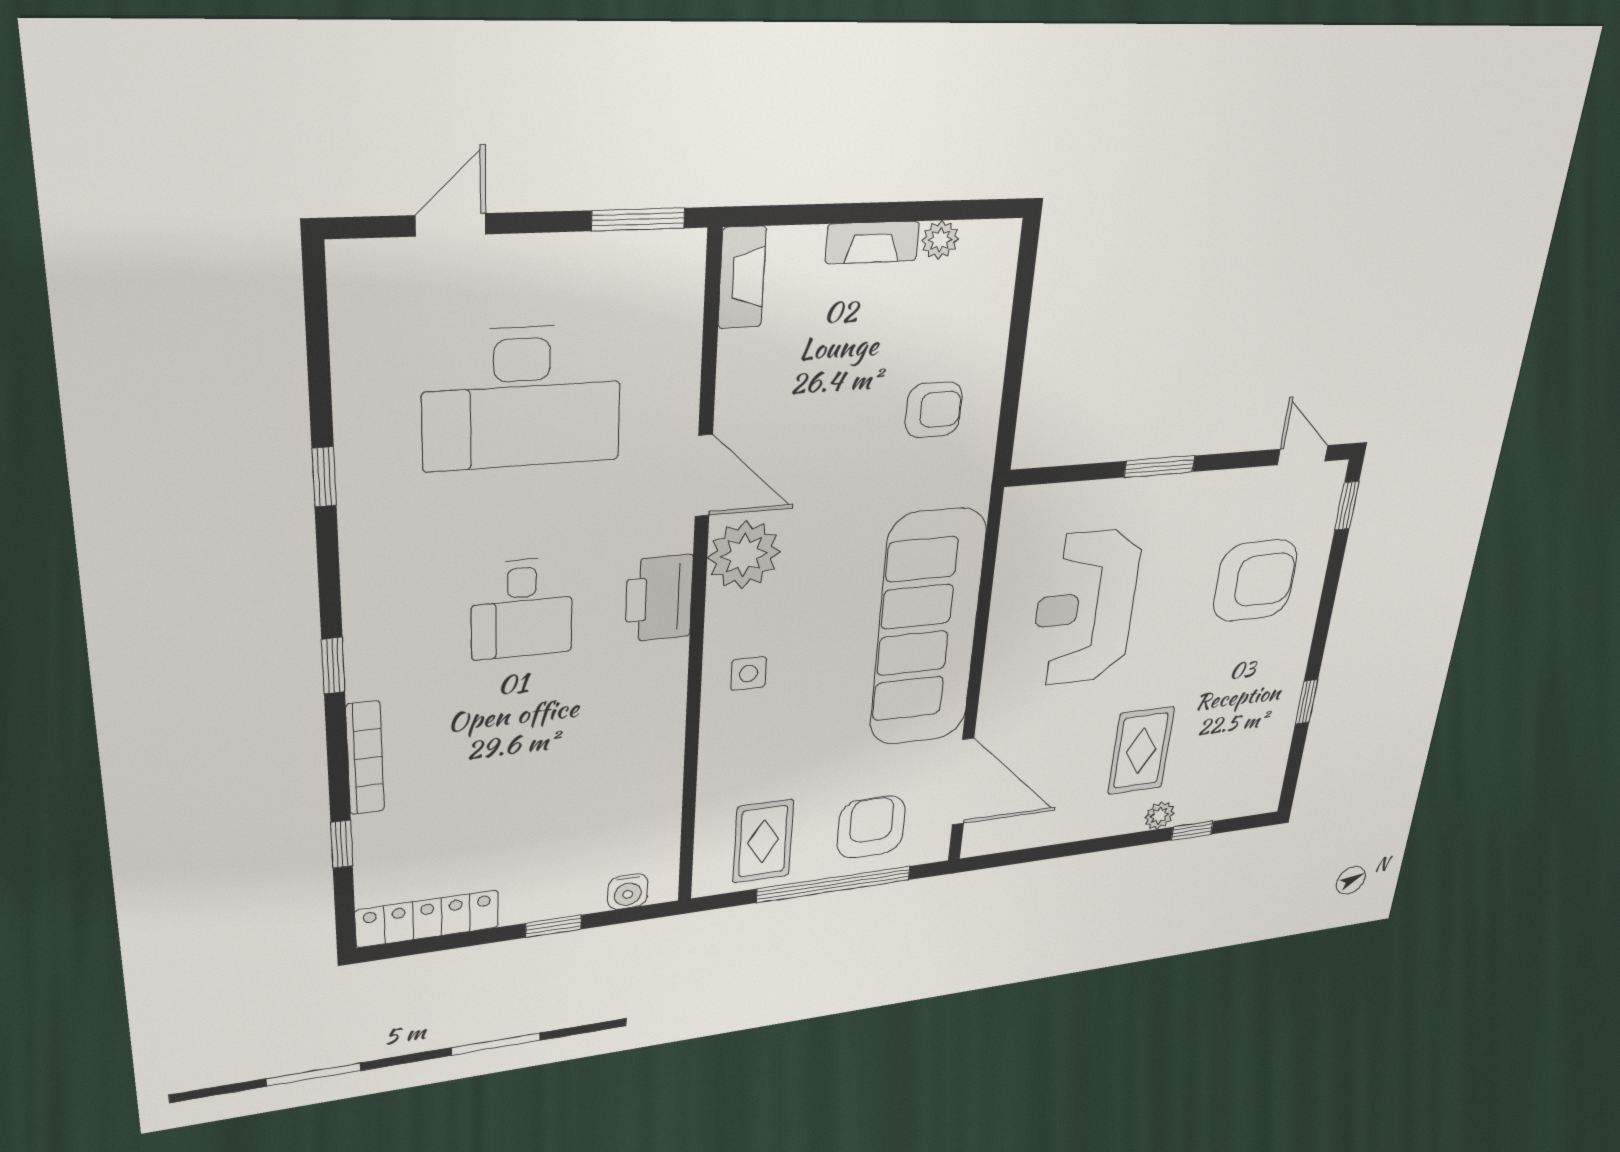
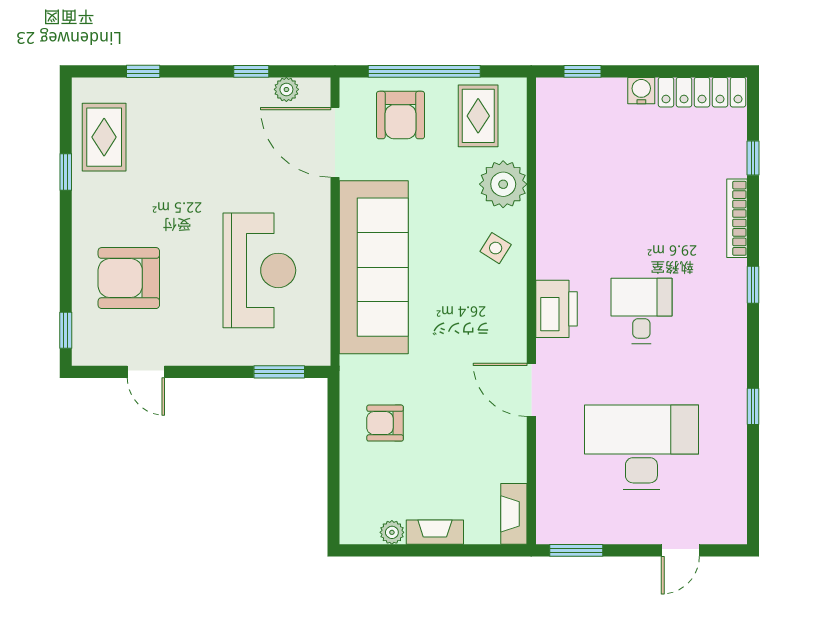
door: (1303, 455) -> (146, 372), moved
window: (1160, 466) -> (279, 372), moved
plant: (744, 555) -> (503, 184), moved
side table: (749, 674) -> (496, 248), turned 32
rug: (1141, 751) -> (104, 137), moved
plant: (1159, 815) -> (286, 89), moved
window: (1060, 850) -> (251, 71), added
water cooler: (628, 892) -> (641, 91), moved
window: (554, 926) -> (582, 71), moved

